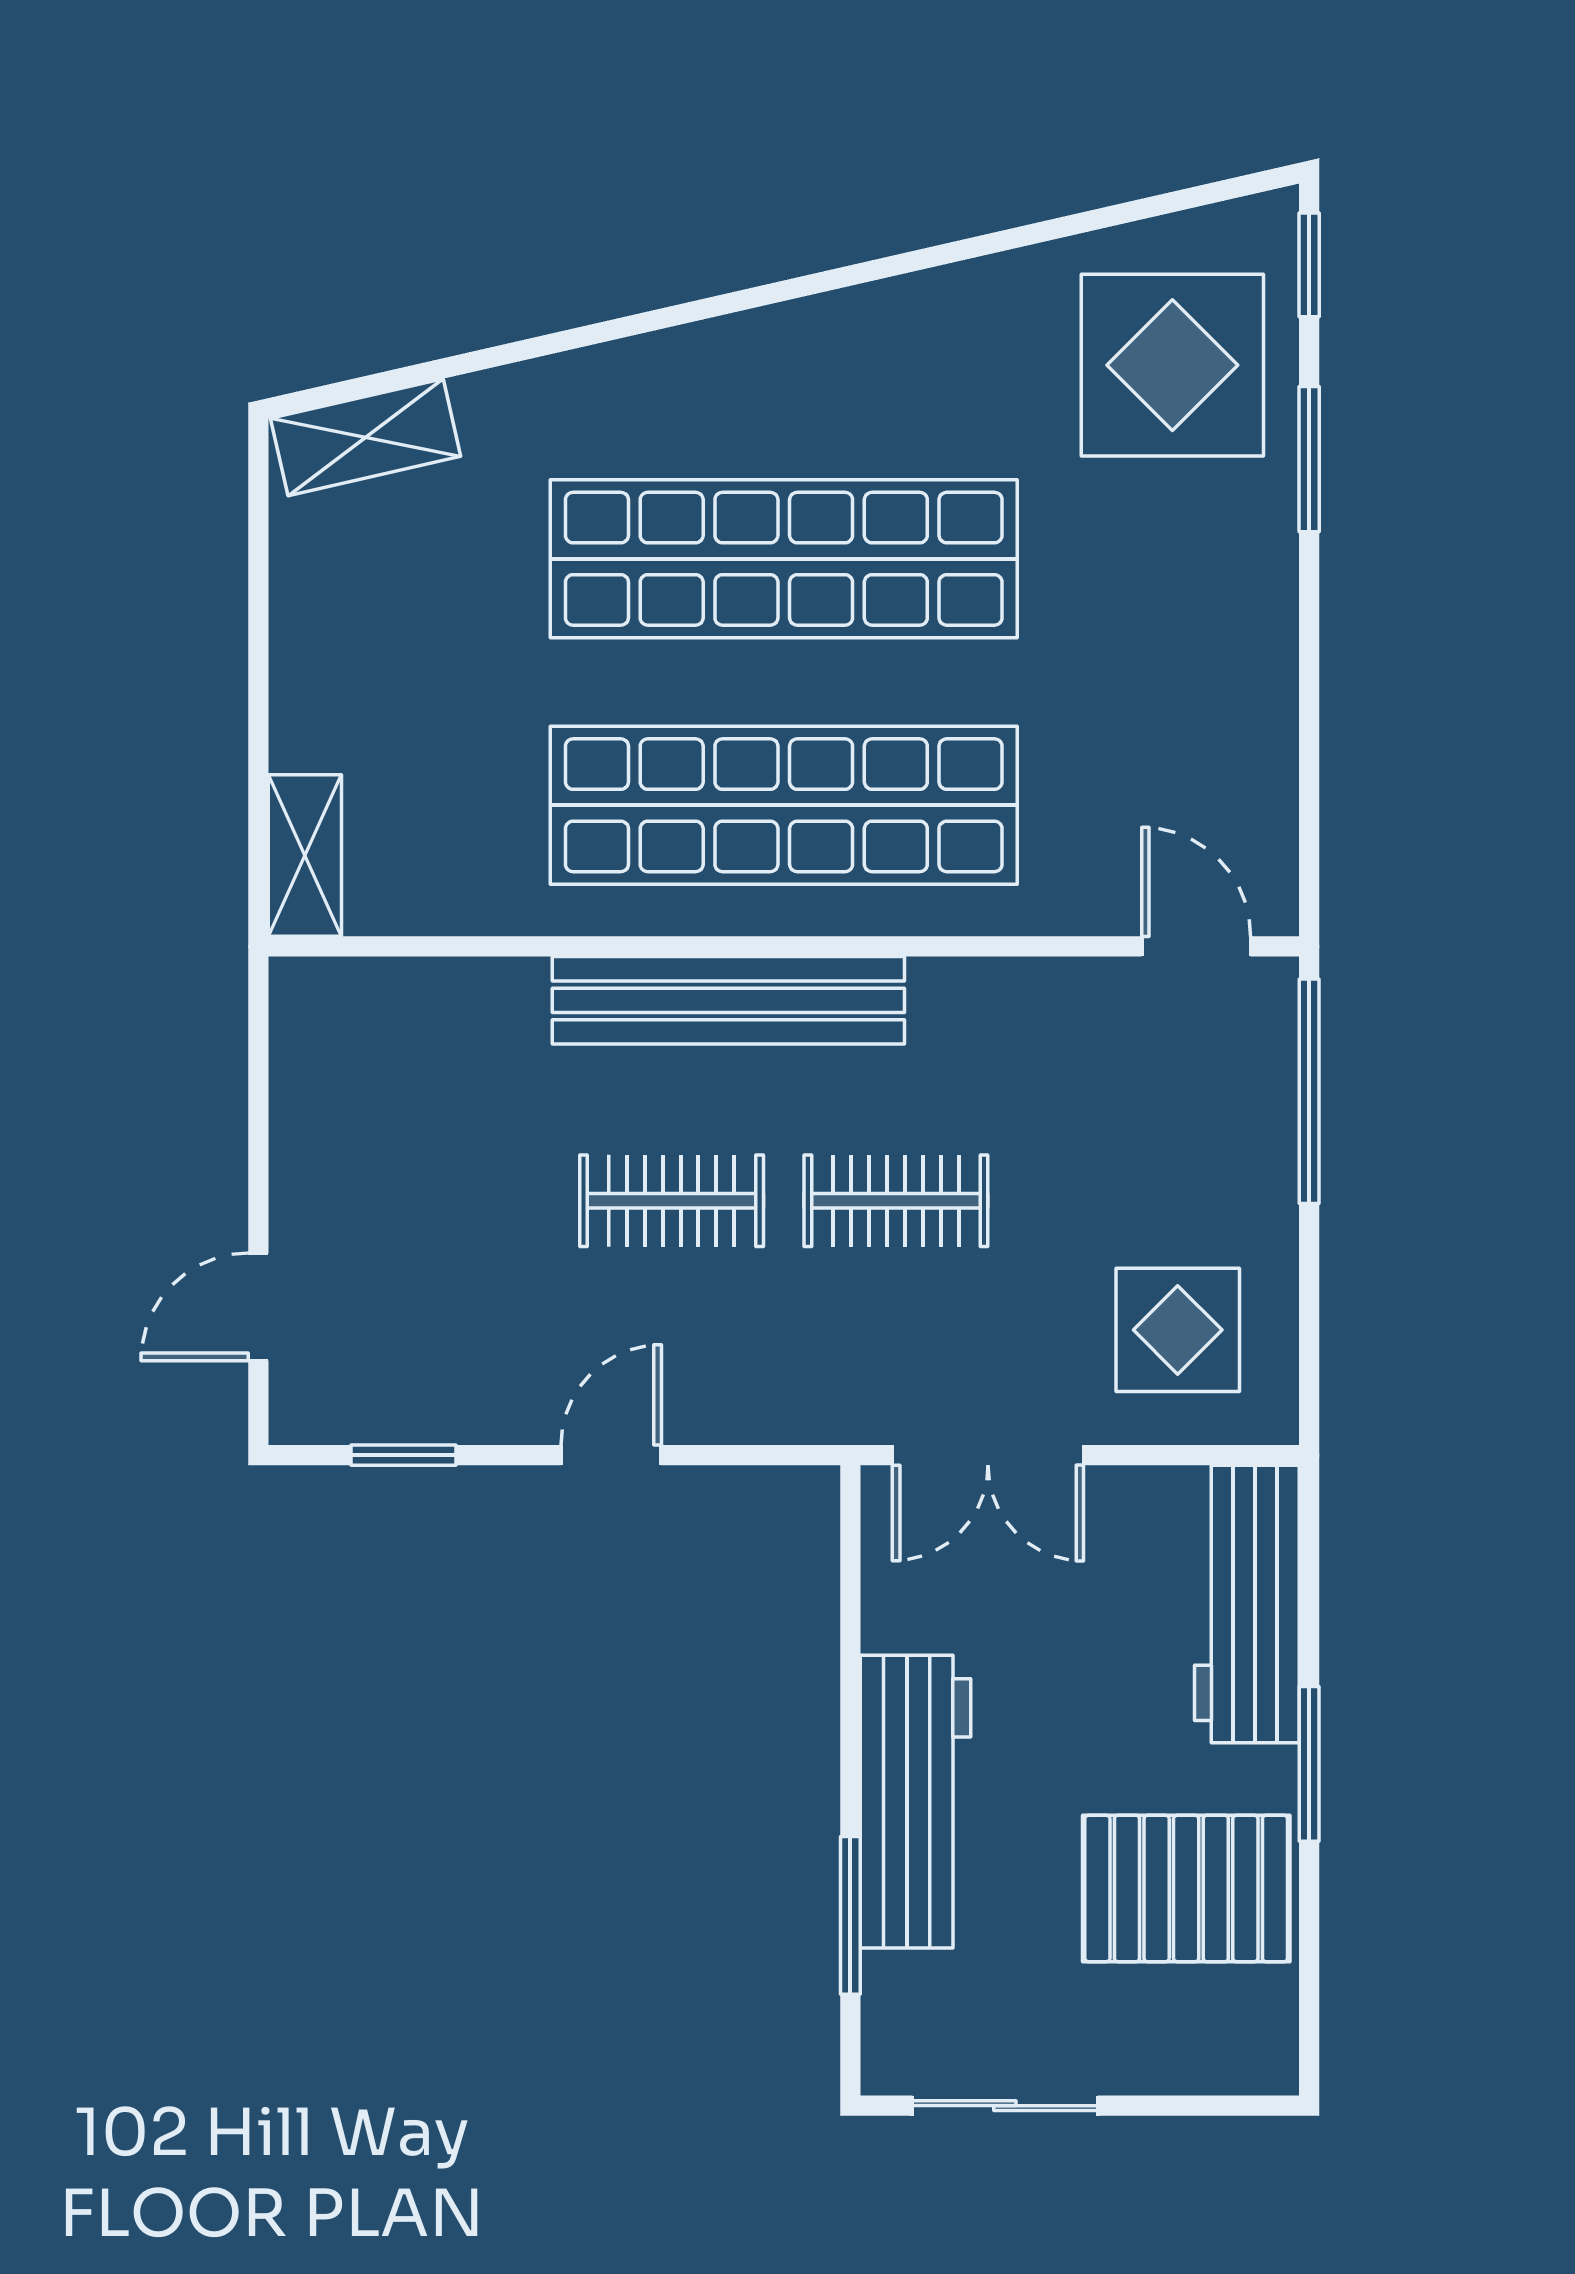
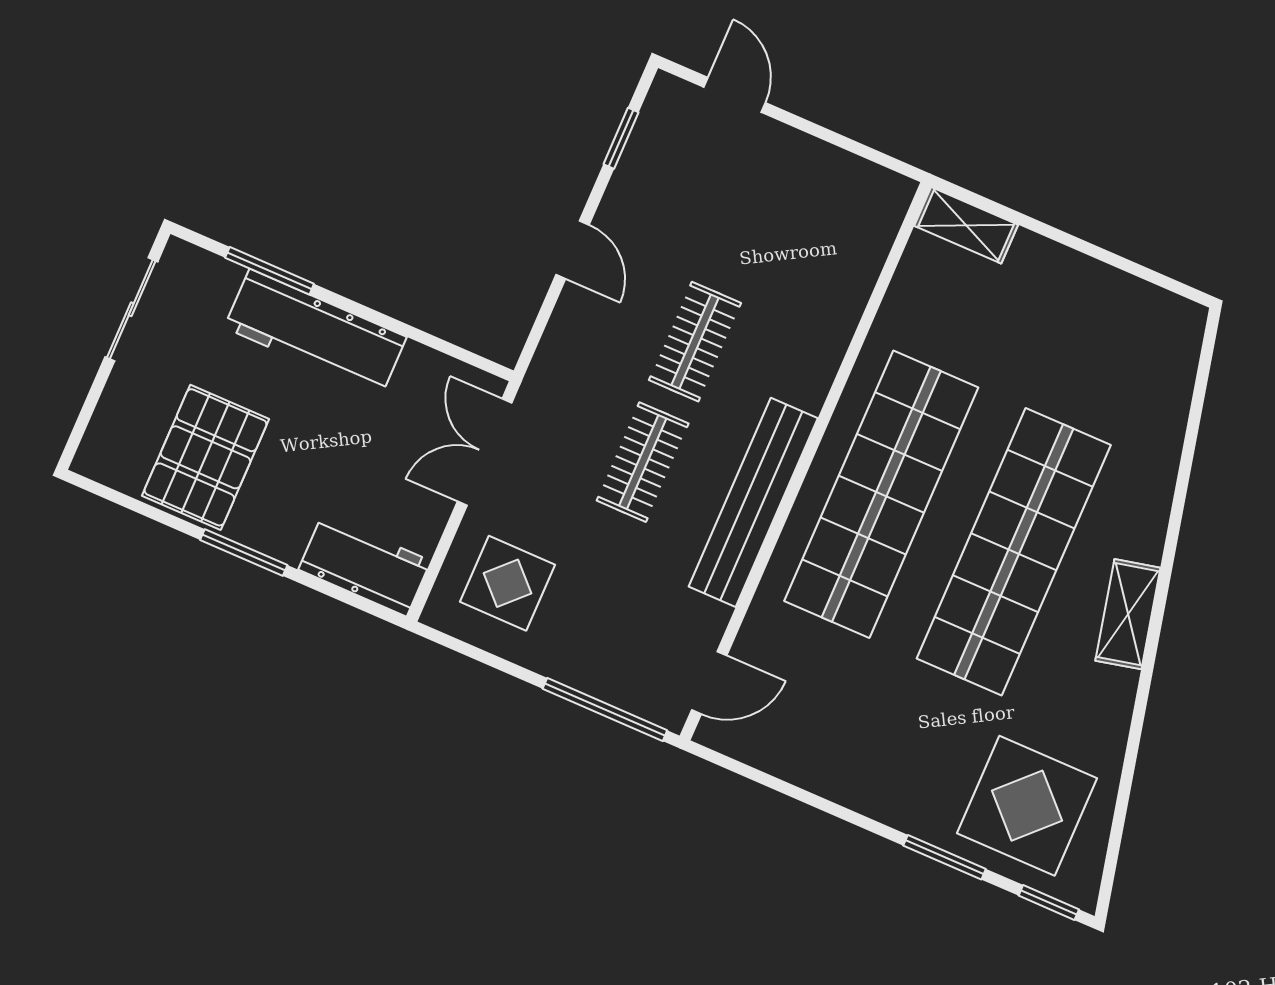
shelving: (366, 437) -> (1128, 614), moved
bench: (728, 1000) -> (753, 502), moved
workbench: (1247, 1604) -> (364, 565), width x0.73

